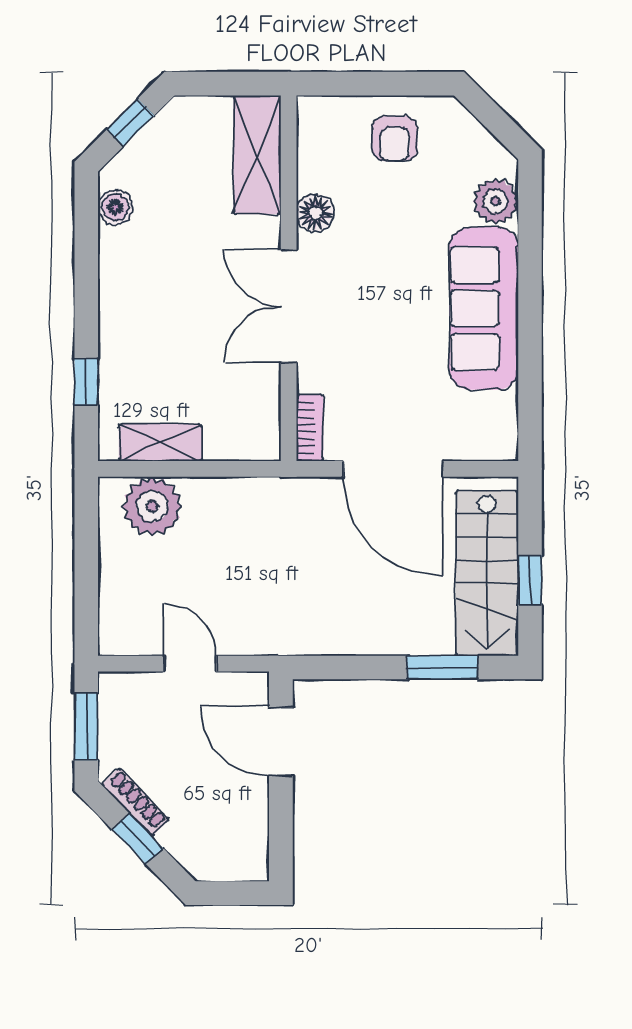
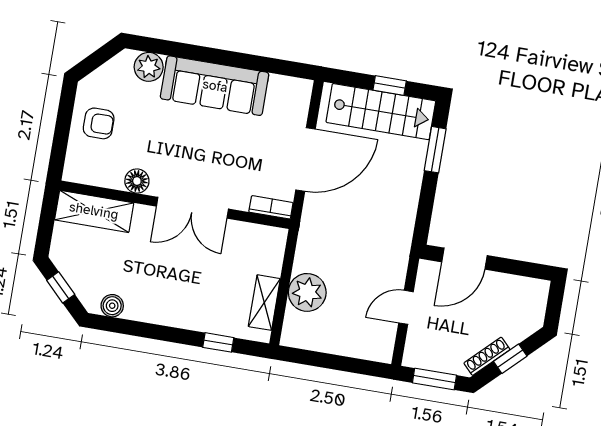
plant: (152, 506) -> (307, 292), moved

